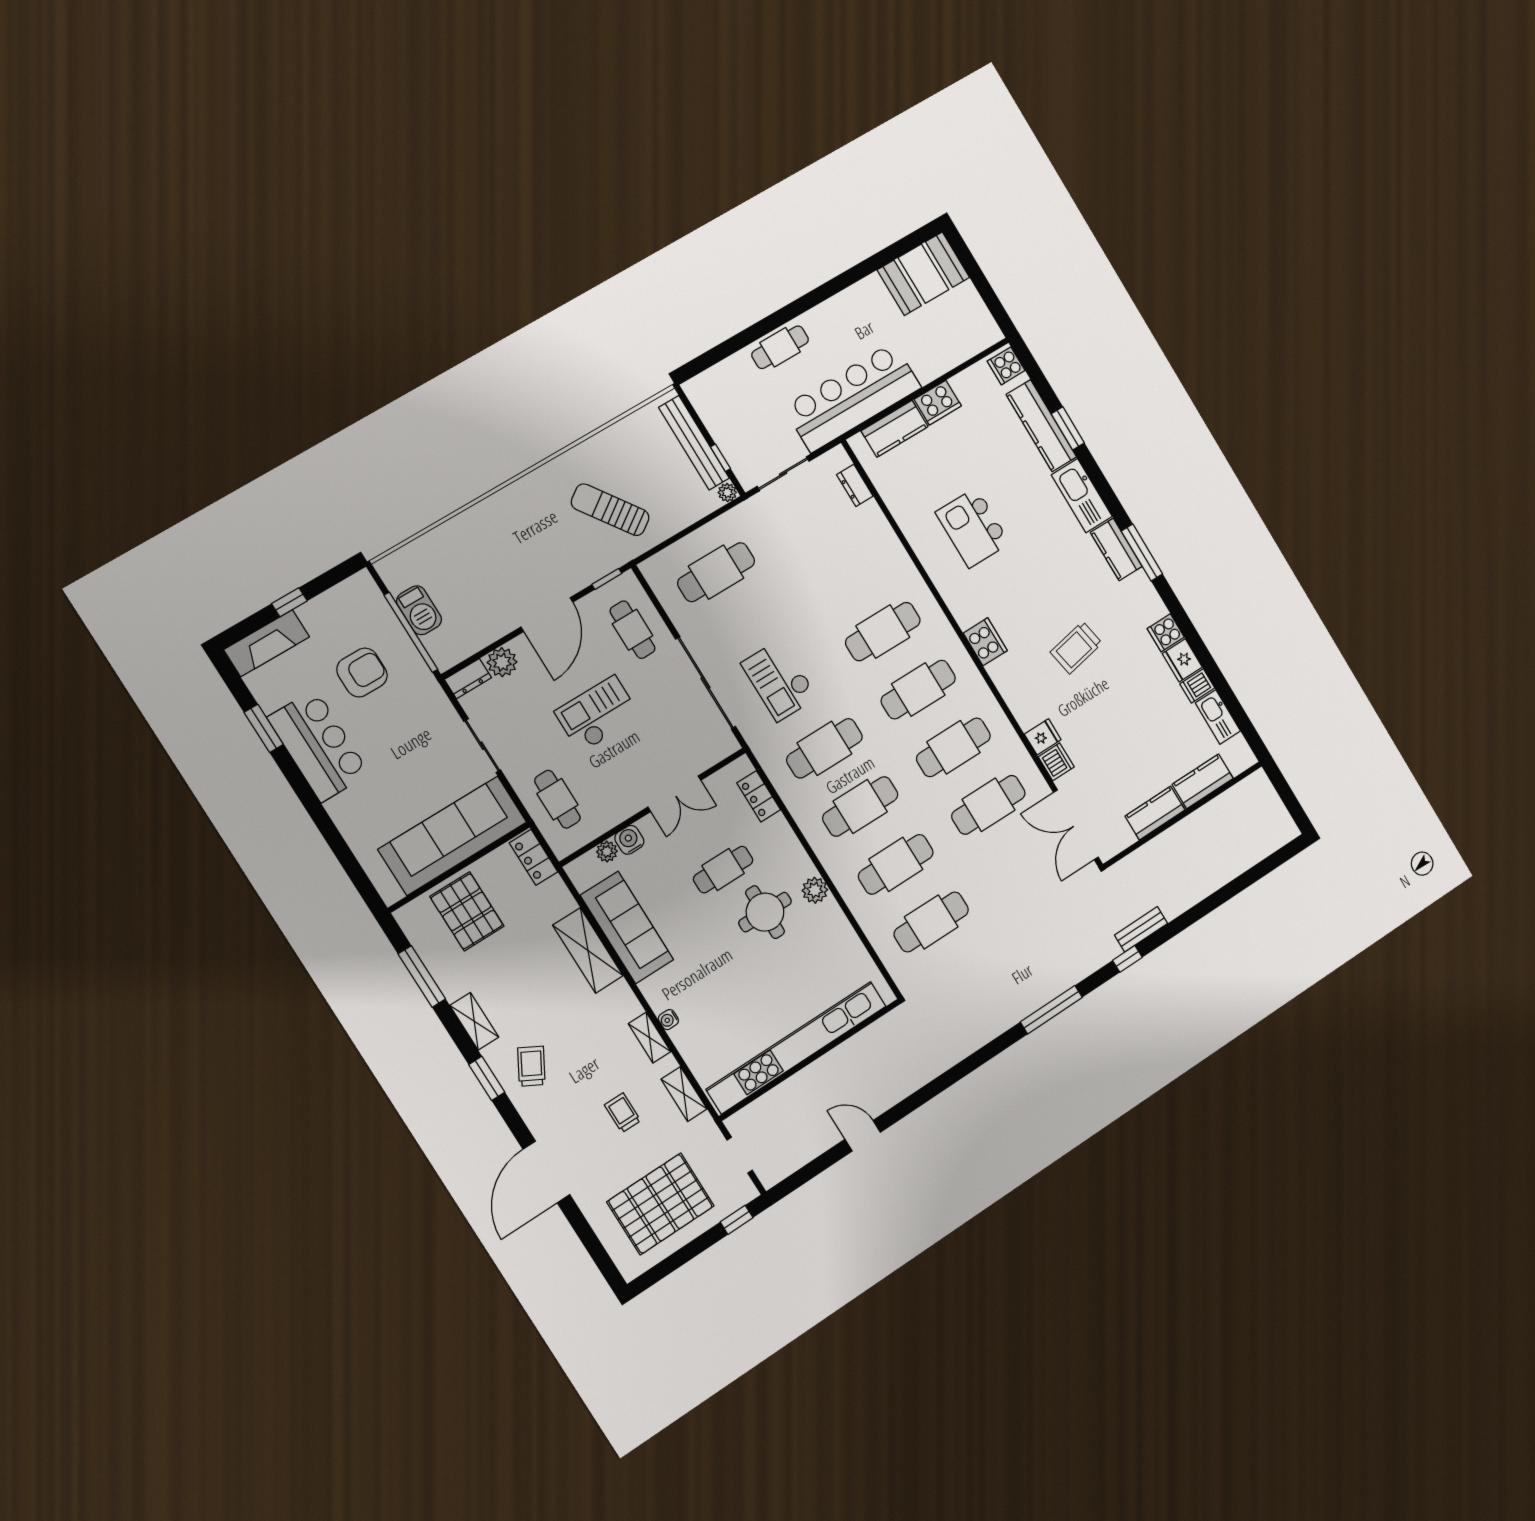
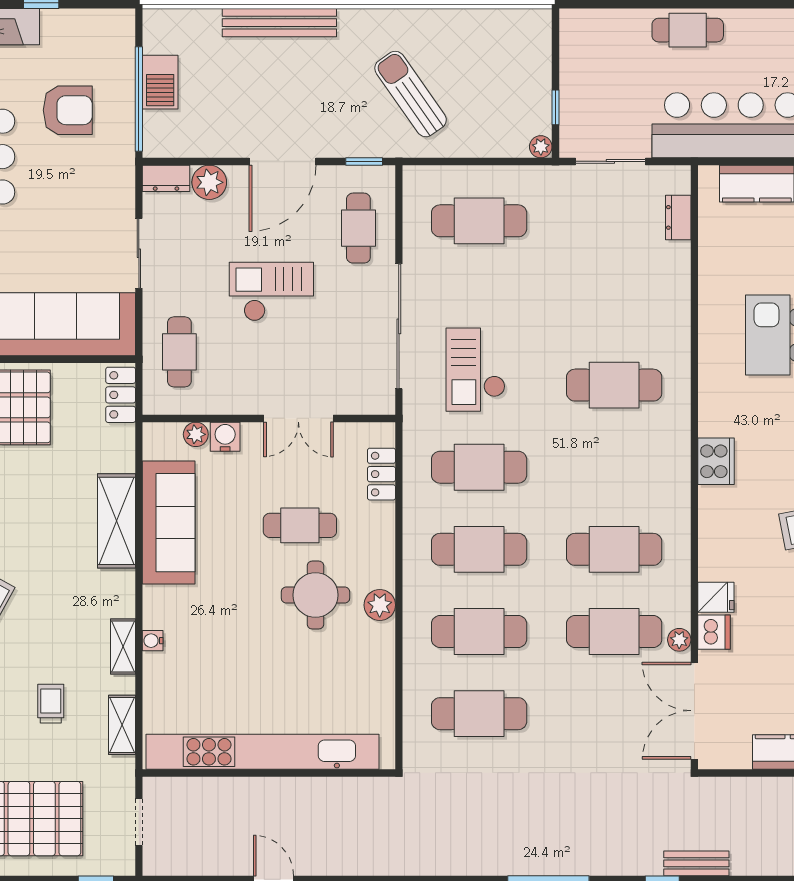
bench: (694, 443) -> (279, 23), moved, turned 90
cafe table: (918, 690) -> (614, 467), removed
plant: (1036, 782) -> (679, 640), added

